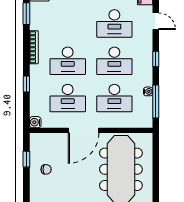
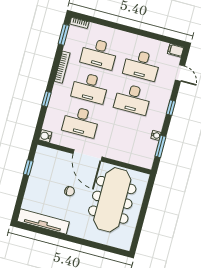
desk: (114, 98) -> (99, 54), moved
window: (156, 102) -> (160, 146), width x0.69
door: (84, 130) -> (88, 155), hinge flipped
chair: (46, 169) -> (70, 191), moved

